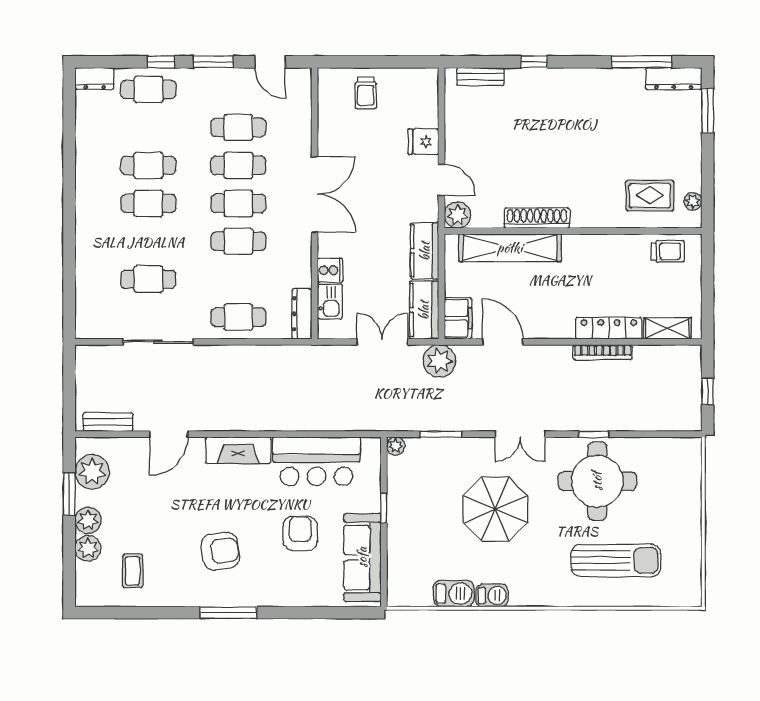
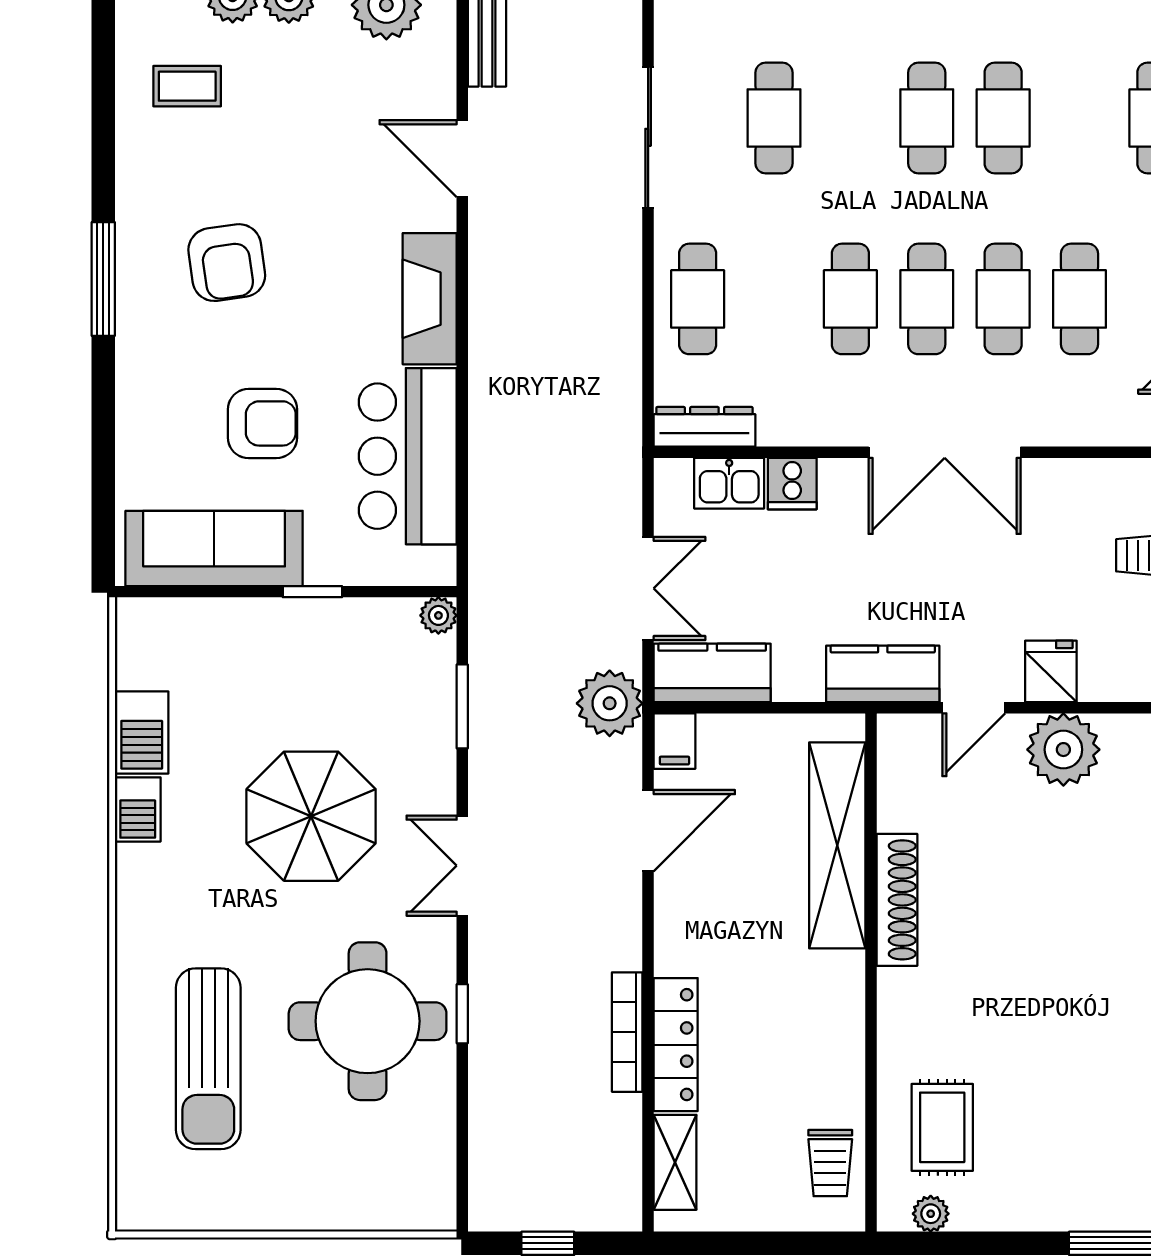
plant: (457, 215) -> (1063, 750), moved, width x1.36, depth x1.36
kitchen counter: (425, 251) -> (883, 674), moved
filing cabinet: (458, 318) -> (674, 741), width x0.50

